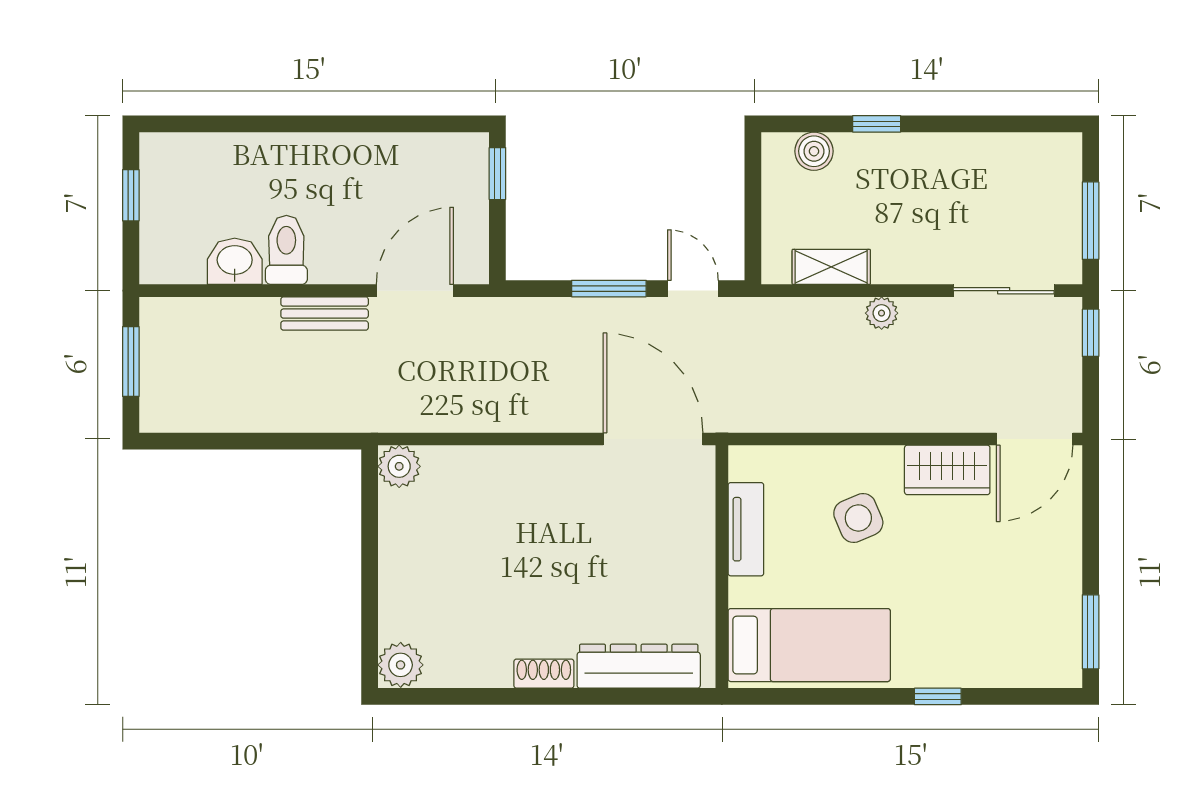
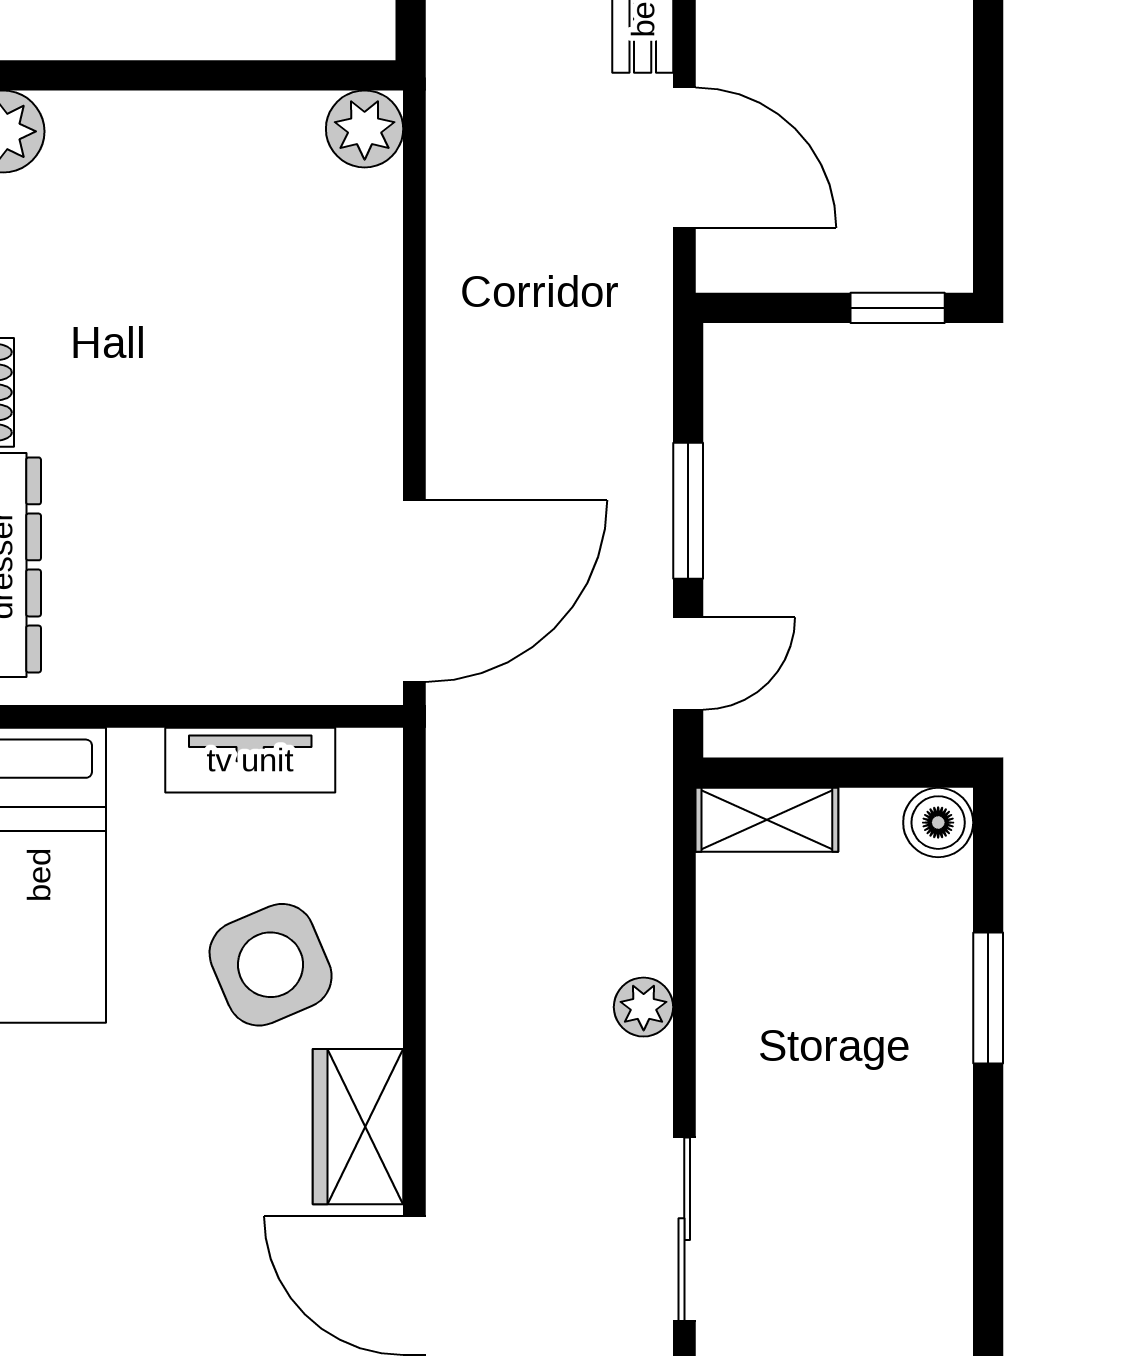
window: (877, 124) -> (988, 998), width x1.50
boiler: (814, 151) -> (938, 823), moved
shelving: (831, 267) -> (767, 820), moved, turned 90
side table: (858, 518) -> (271, 965), width x1.37, depth x1.37

